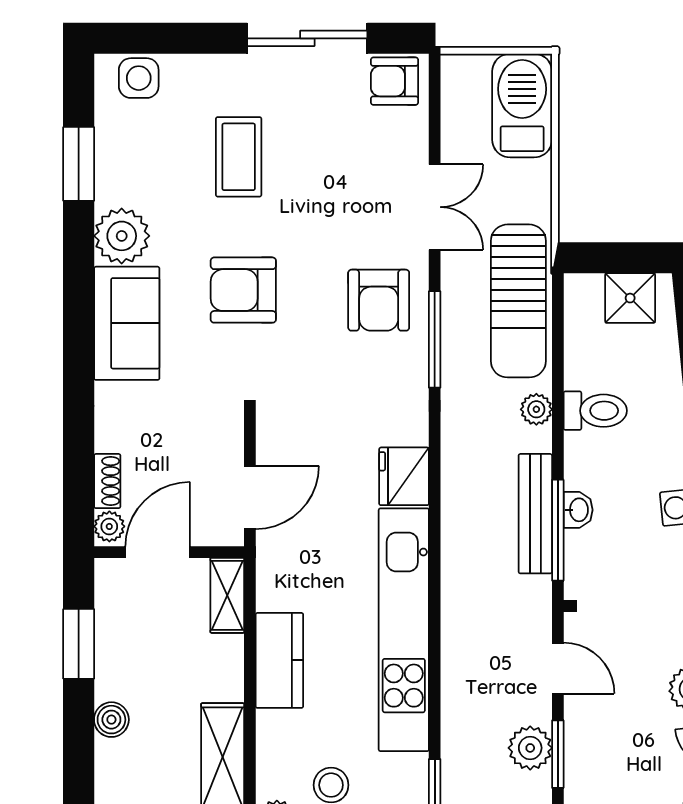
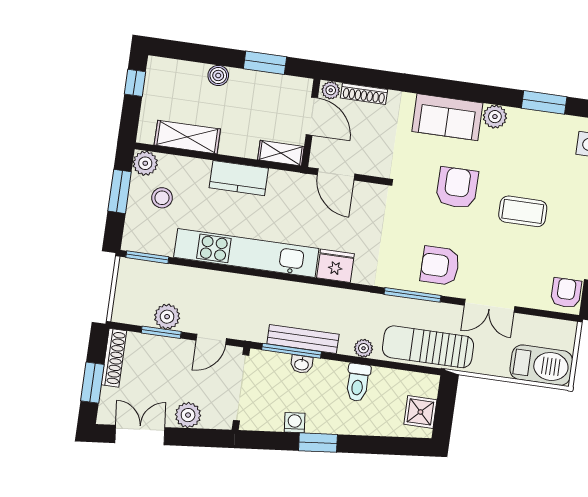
coffee table: (239, 157) -> (523, 211), moved
plant: (122, 236) -> (495, 117), width x0.73, depth x0.73
shoe rack: (107, 481) -> (364, 94), width x1.43

